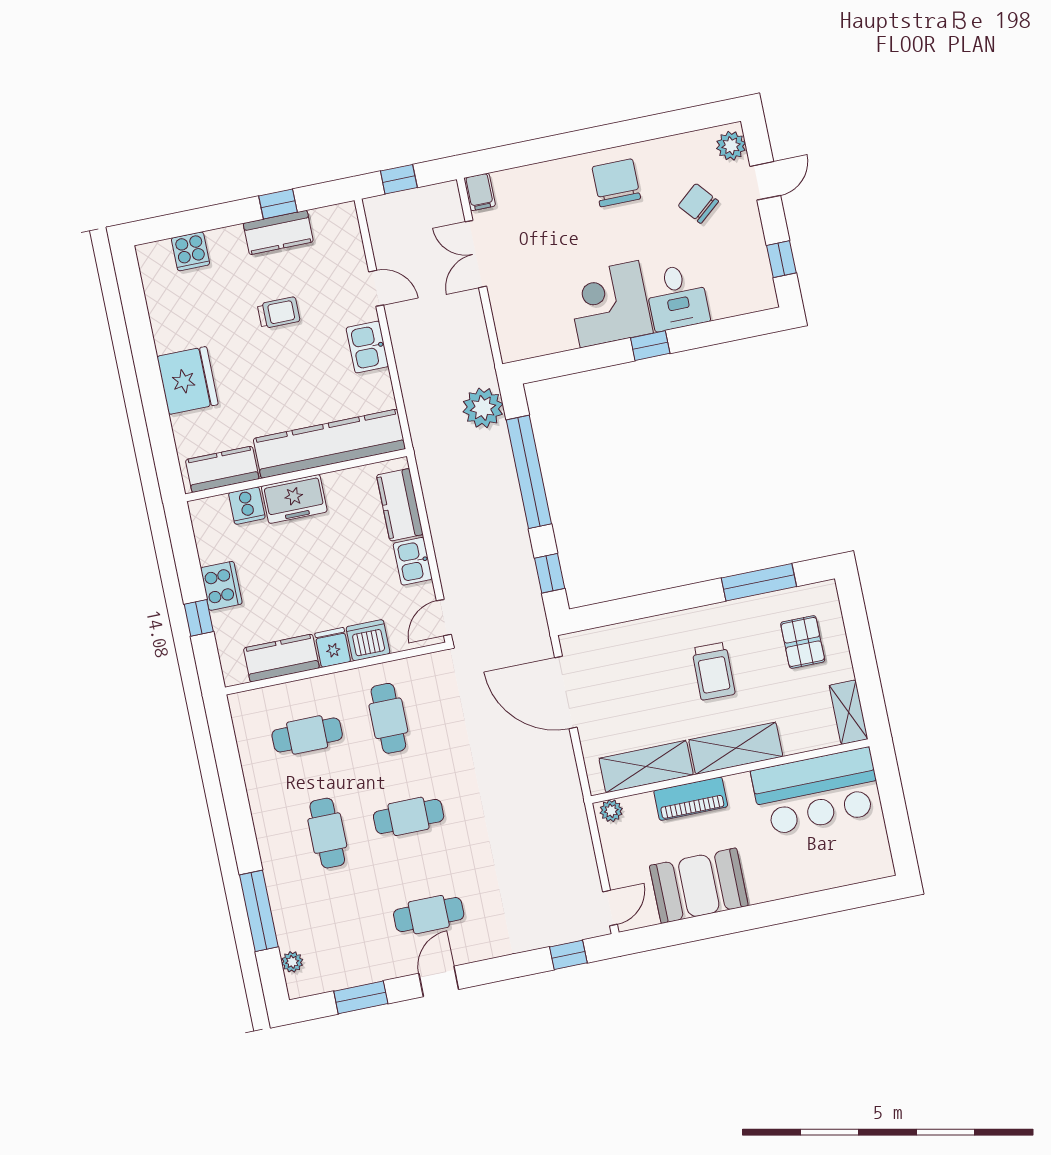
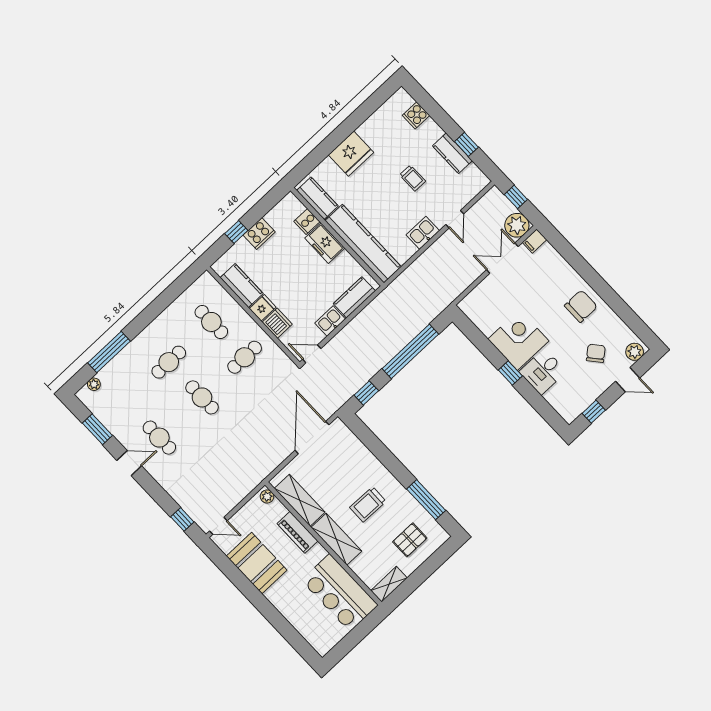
plant: (483, 408) -> (517, 225), moved

